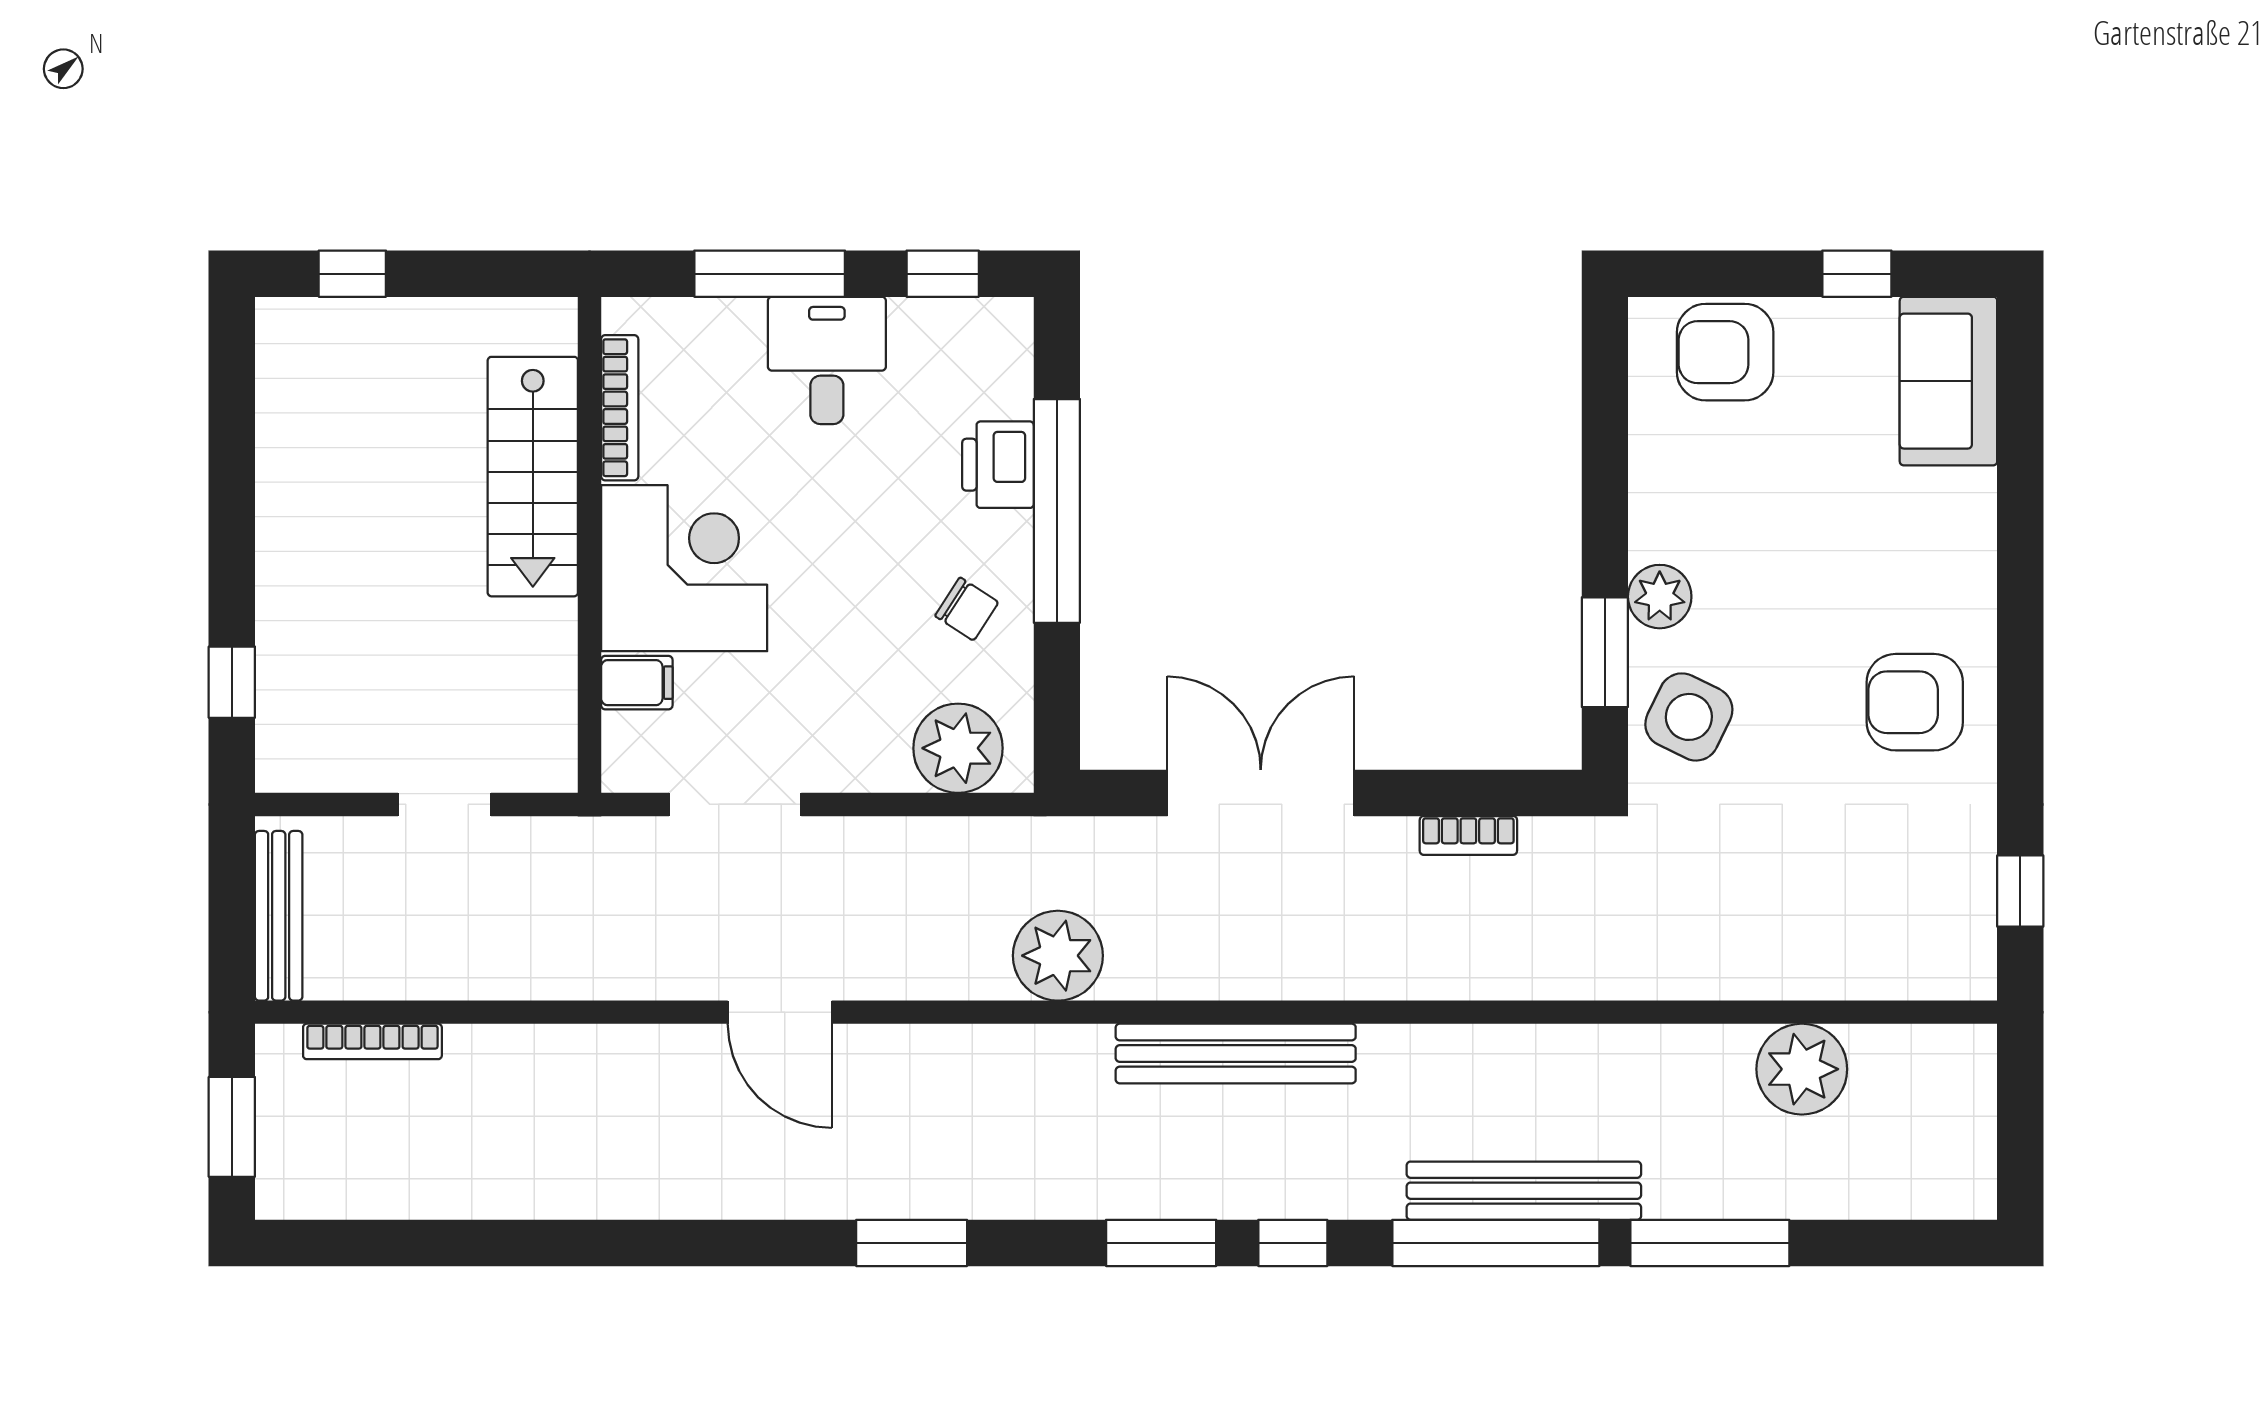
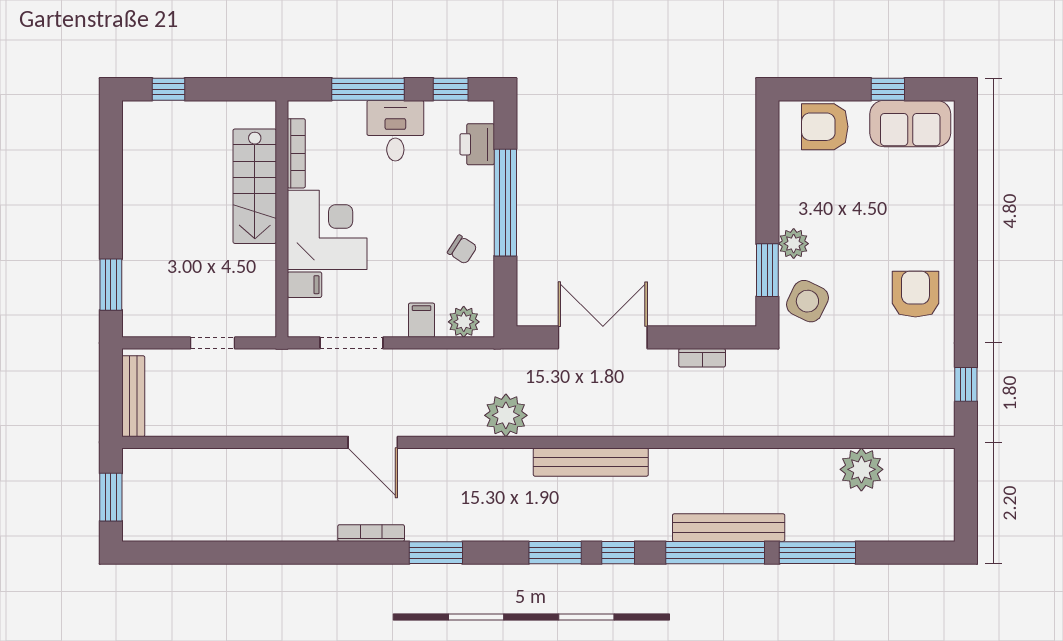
sofa: (1948, 381) -> (910, 124), moved, turned -90
printer: (998, 465) -> (477, 144), moved
window: (232, 682) -> (111, 285), width x1.50
armchair: (1915, 702) -> (915, 294), turned 90
plant: (958, 748) -> (464, 322), width x0.73, depth x0.73
filing cabinet: (882, 757) -> (422, 320), added
bookcase: (372, 1041) -> (371, 533), moved, turned 180

